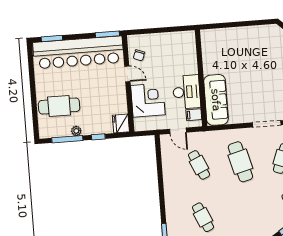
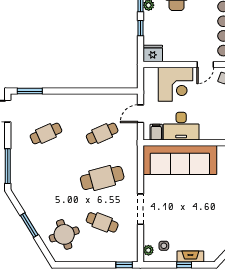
sofa: (216, 100) -> (180, 160), width x1.36, depth x1.27

